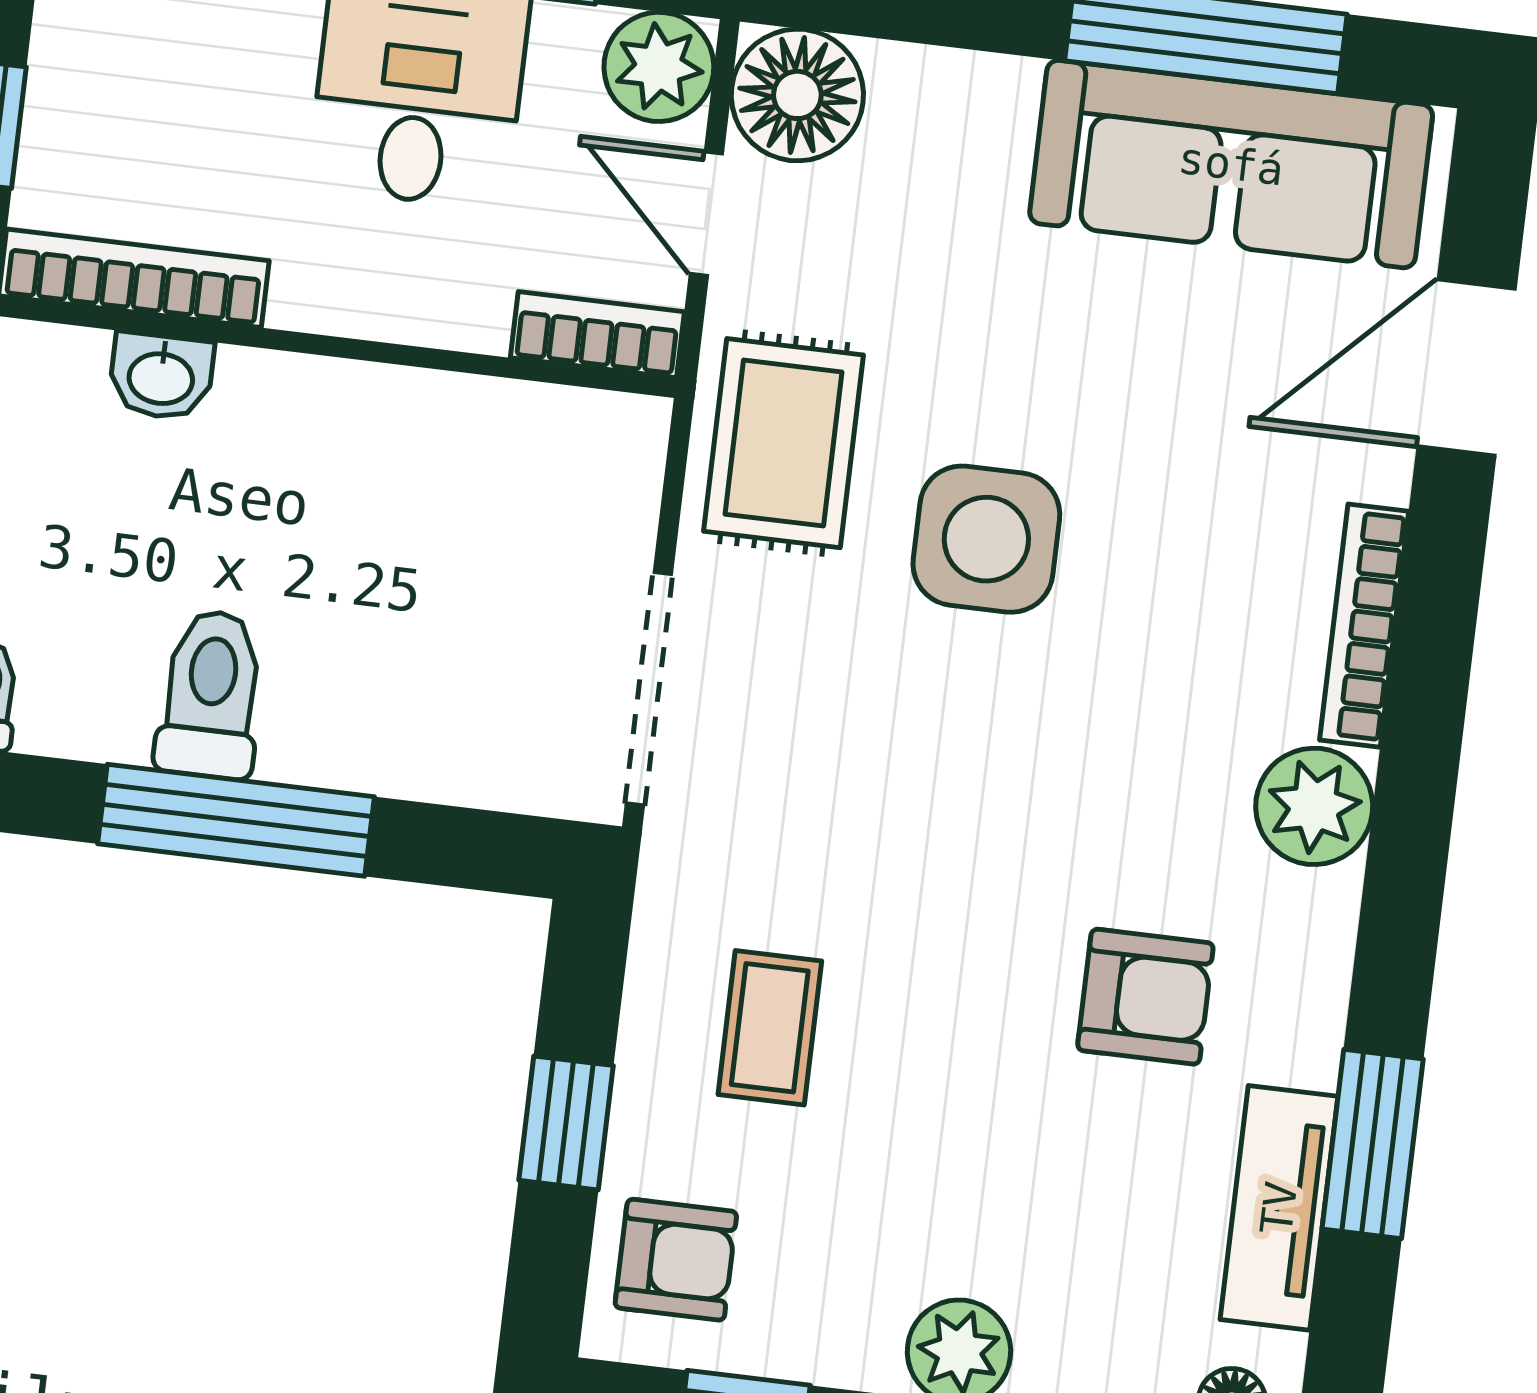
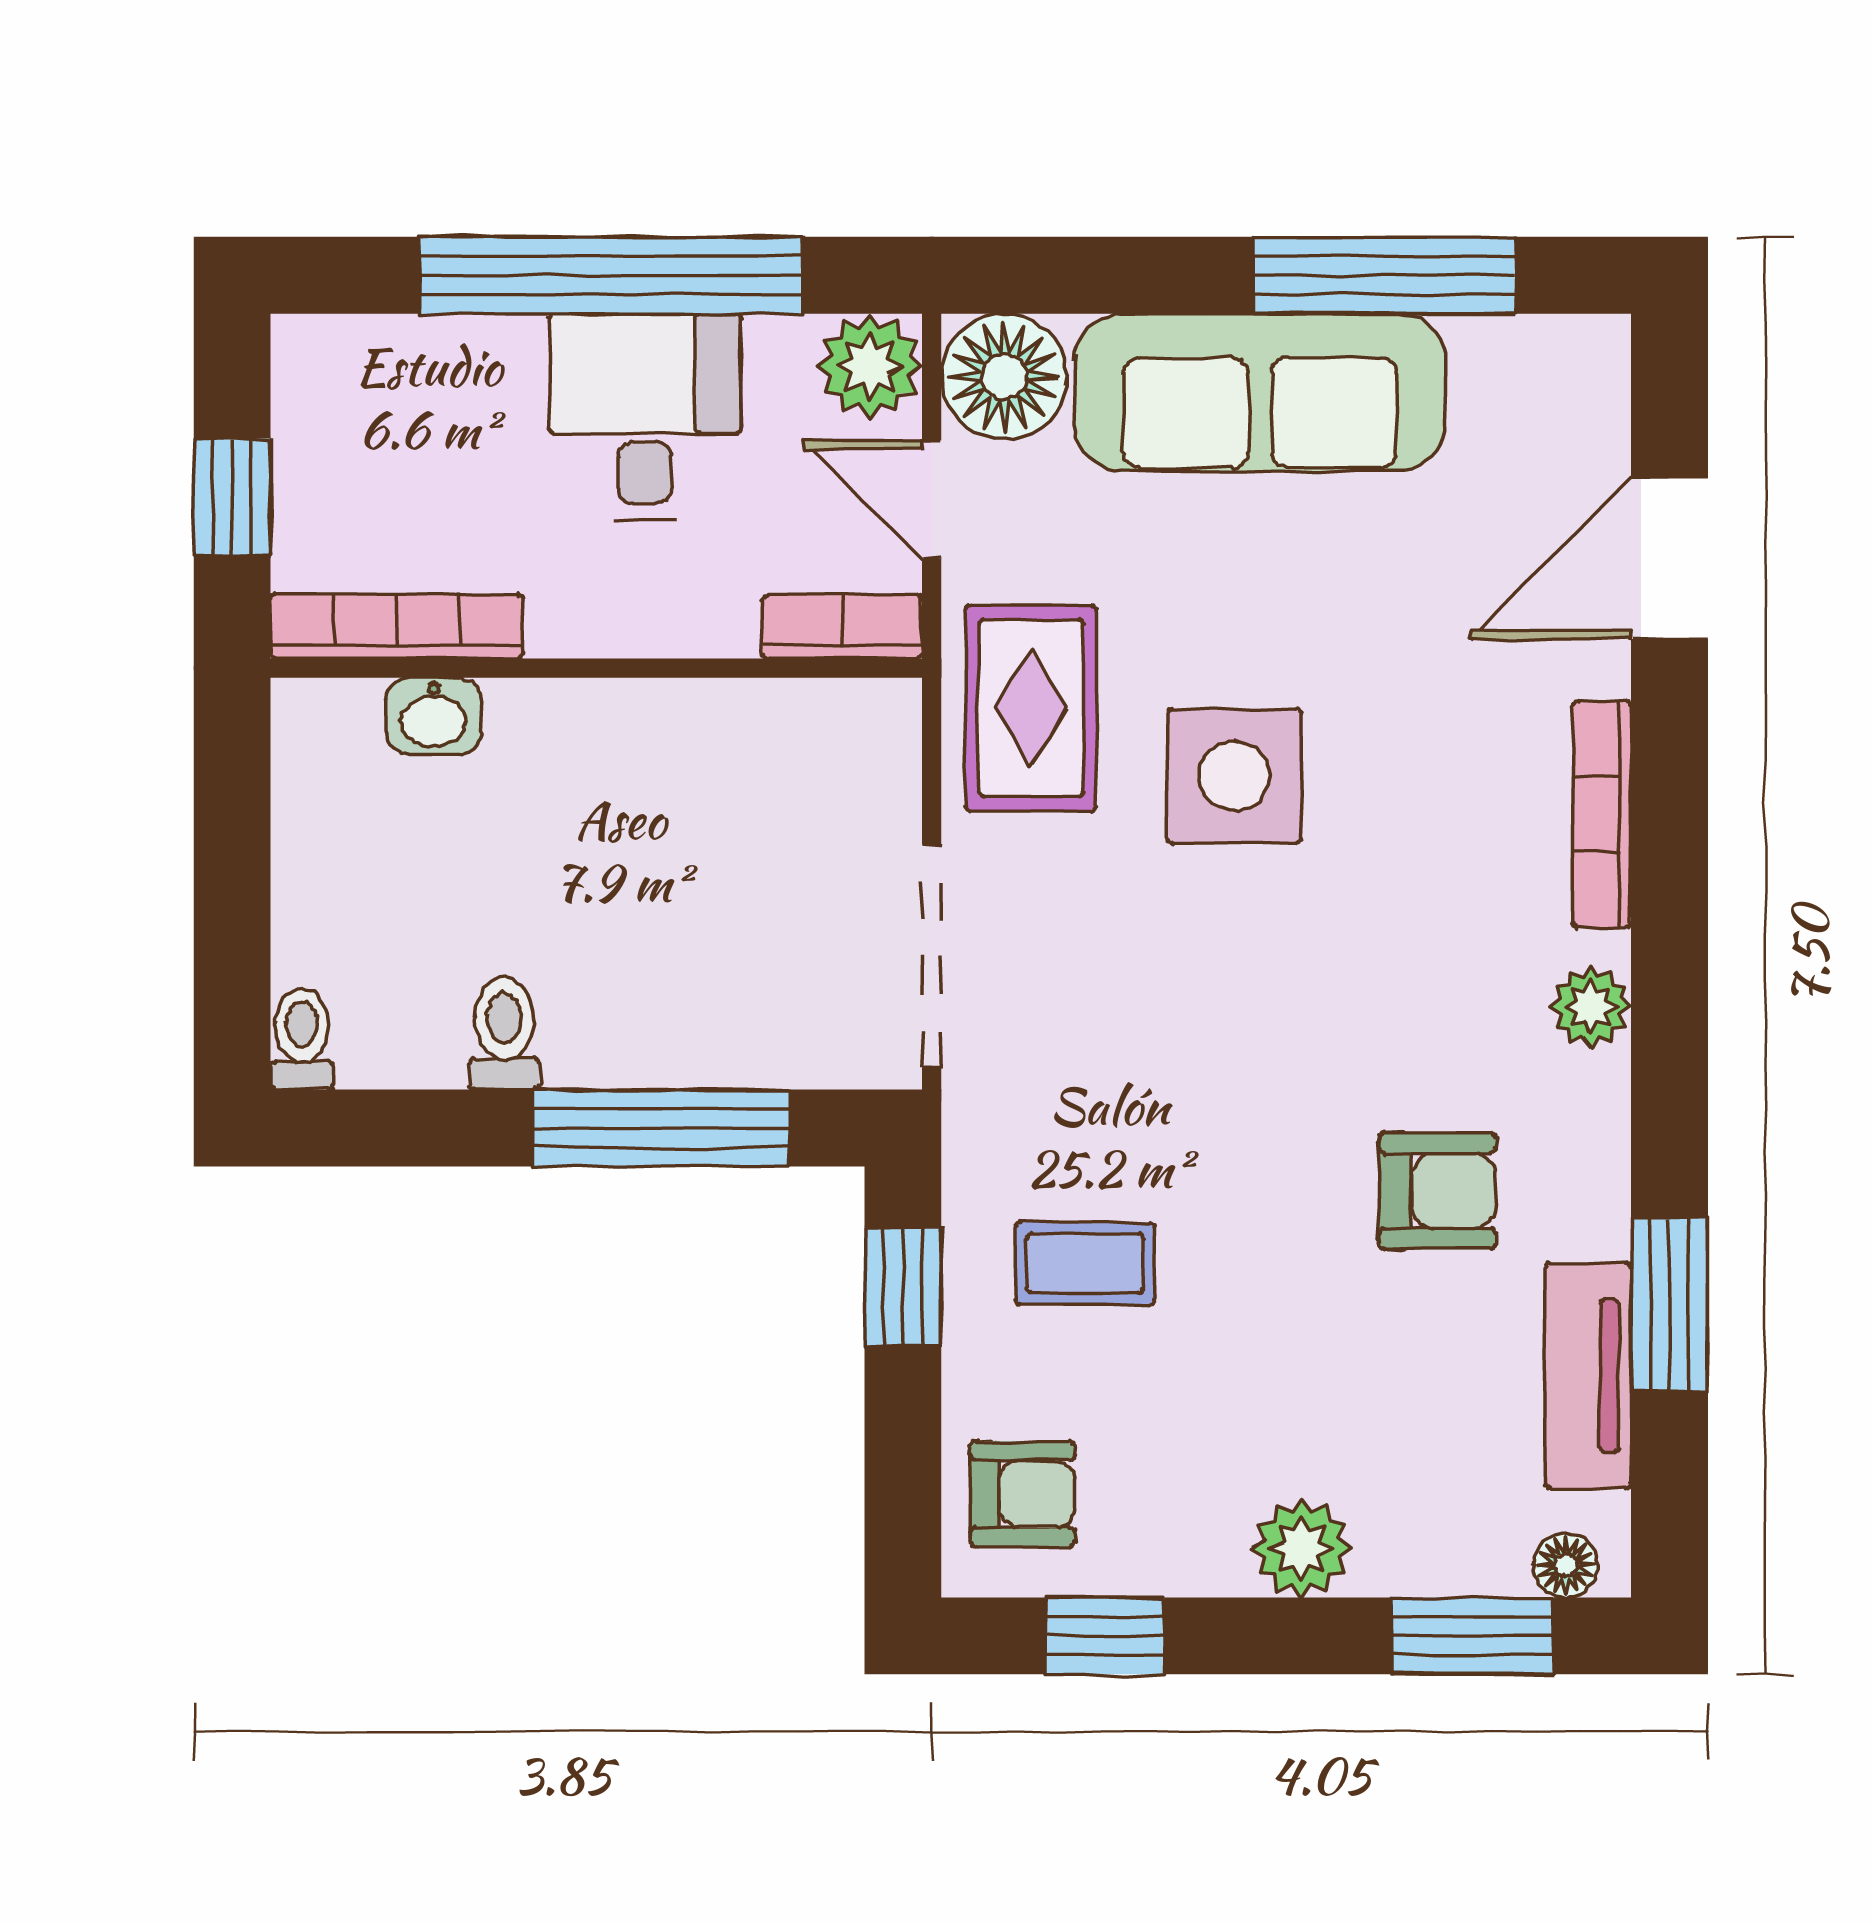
sofa: (1231, 164) -> (1260, 392), moved
toilet: (211, 694) -> (504, 1033), width x0.73, depth x0.72
plant: (1314, 806) -> (1591, 1006), width x0.73, depth x0.73
window: (236, 820) -> (661, 1128), moved
coffee table: (770, 1028) -> (1085, 1263), turned 90
window: (566, 1123) -> (903, 1287), moved

